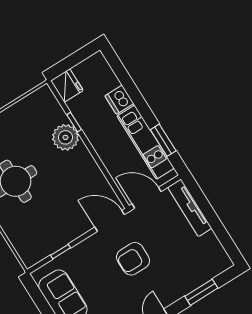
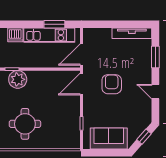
tv unit: (190, 208) -> (132, 33), moved
armchair: (133, 259) -> (112, 84), turned 180

